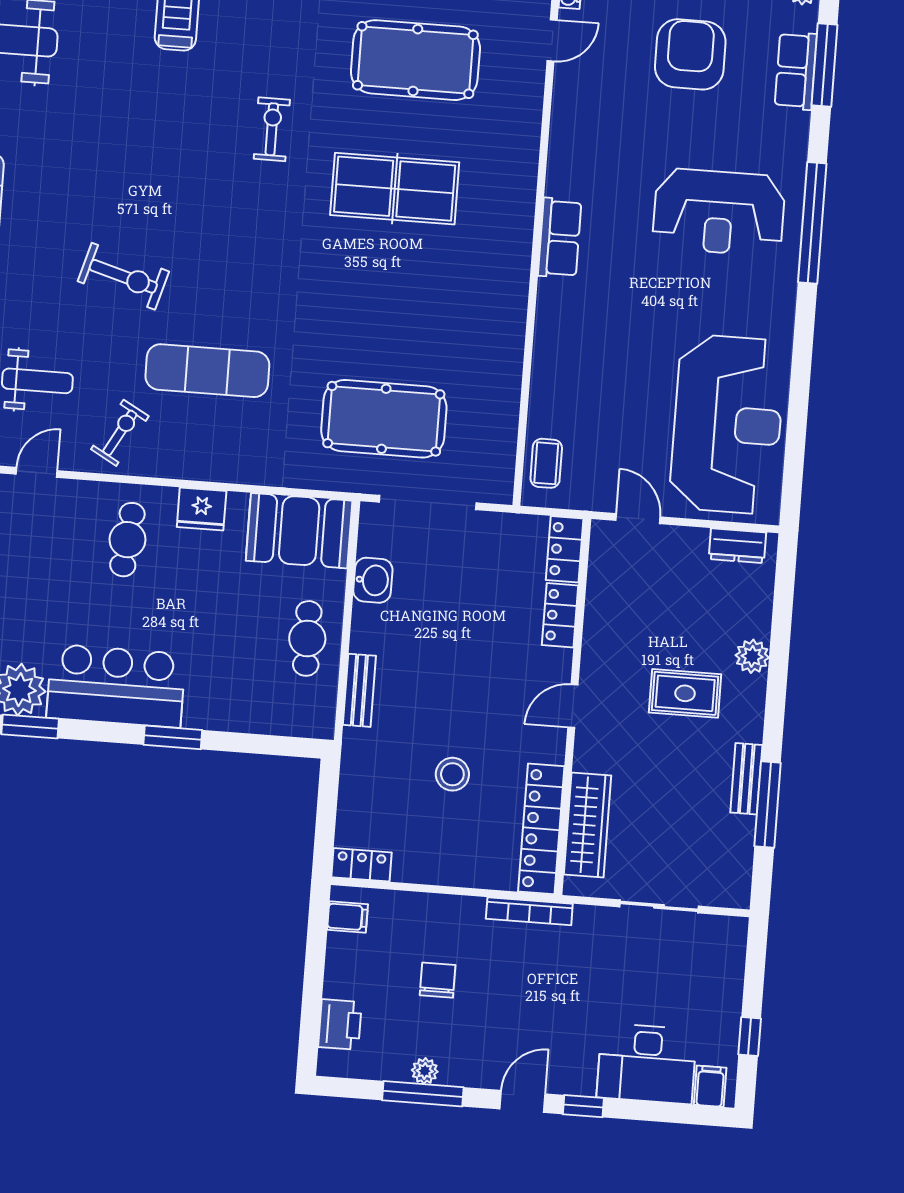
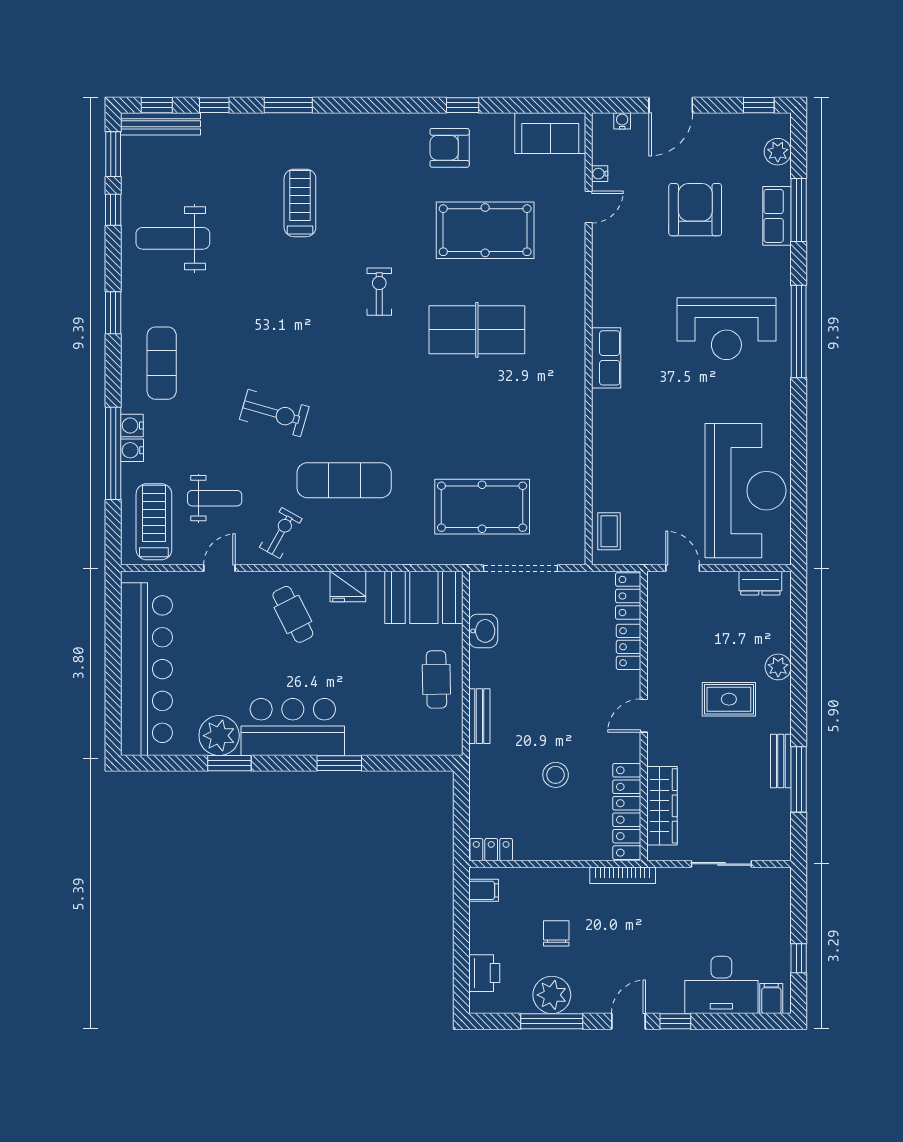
cafe table: (127, 540) -> (293, 614), turned -33
plant: (425, 1071) -> (552, 995), width x1.87, depth x1.87

